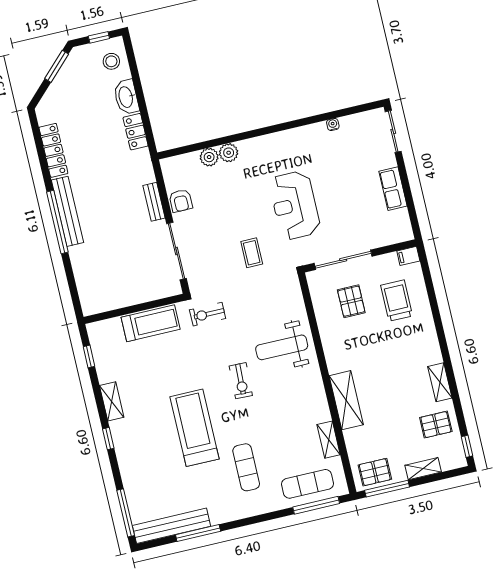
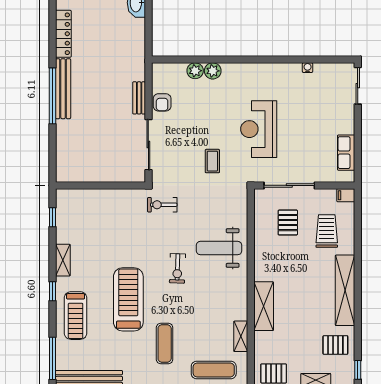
locker: (136, 132) -> (137, 34), removed
row of seats: (393, 189) -> (346, 153), moved
treadmill: (151, 323) -> (76, 316), moved, turned 90
shelving: (440, 382) -> (345, 290), width x2.20, depth x1.33

